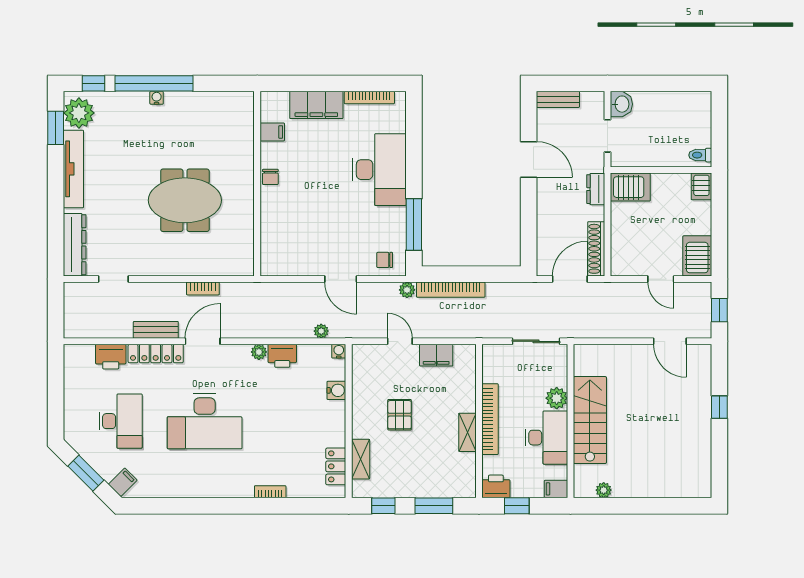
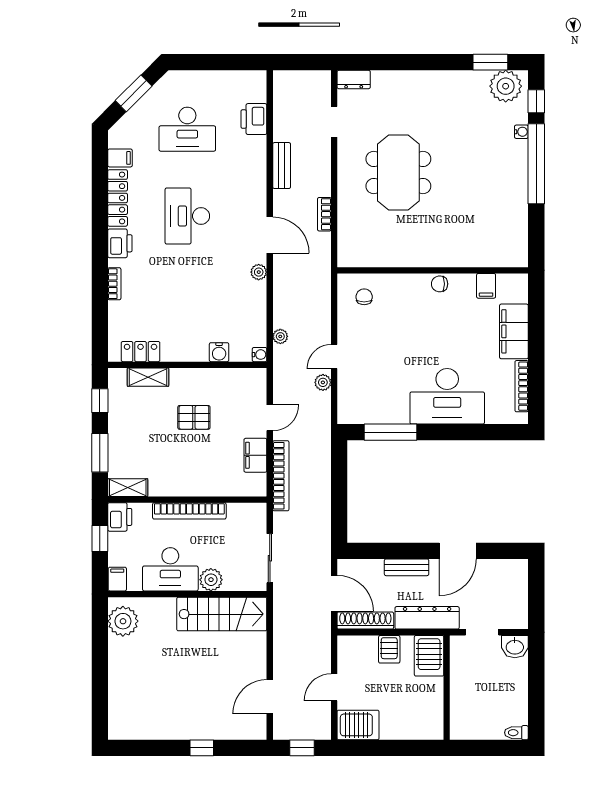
water cooler: (157, 98) -> (521, 132), moved
bench: (558, 99) -> (407, 567), moved, turned 90
toilet: (700, 155) -> (516, 733), moved, turned -90
tv unit: (73, 169) -> (448, 80), removed
server rack: (701, 186) -> (389, 649), moved, turned -90
dresser: (596, 189) -> (427, 618), width x1.96, depth x1.24
meeting table: (185, 200) -> (398, 173), moved
dresser: (75, 245) -> (354, 79), width x0.51, depth x0.80
chair: (385, 260) -> (364, 297), moved
door: (341, 279) -> (334, 357), width x0.73
plant: (407, 290) -> (323, 382), moved
bookcase: (451, 290) -> (281, 476), moved, turned 180
door: (203, 341) -> (270, 235), moved
locker: (156, 354) -> (118, 198), moved, turned 180
printer: (282, 356) -> (120, 243), moved, turned 180
stairs: (590, 420) -> (222, 614), moved
desk: (205, 421) -> (187, 216), width x0.73, depth x0.77
shelving: (467, 432) -> (128, 488), moved
filing cabinet: (123, 482) -> (120, 158), moved, turned -45
plant: (604, 490) -> (123, 621), width x1.87, depth x1.87

